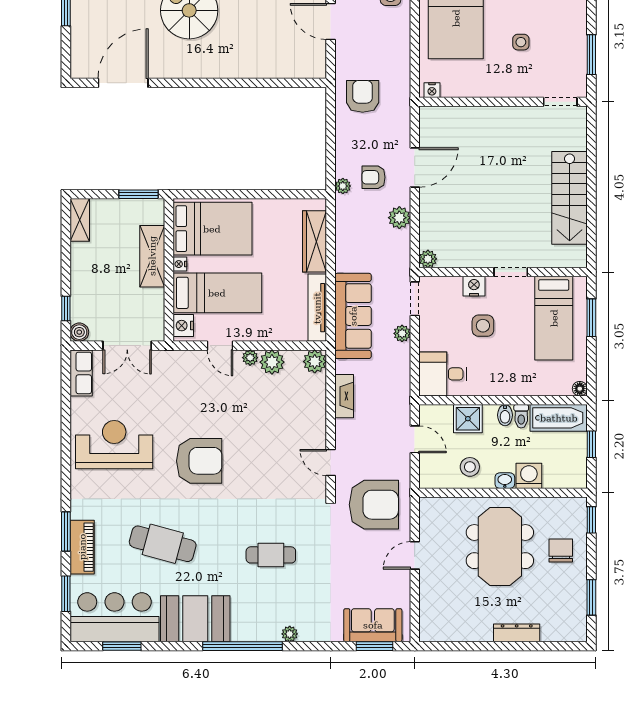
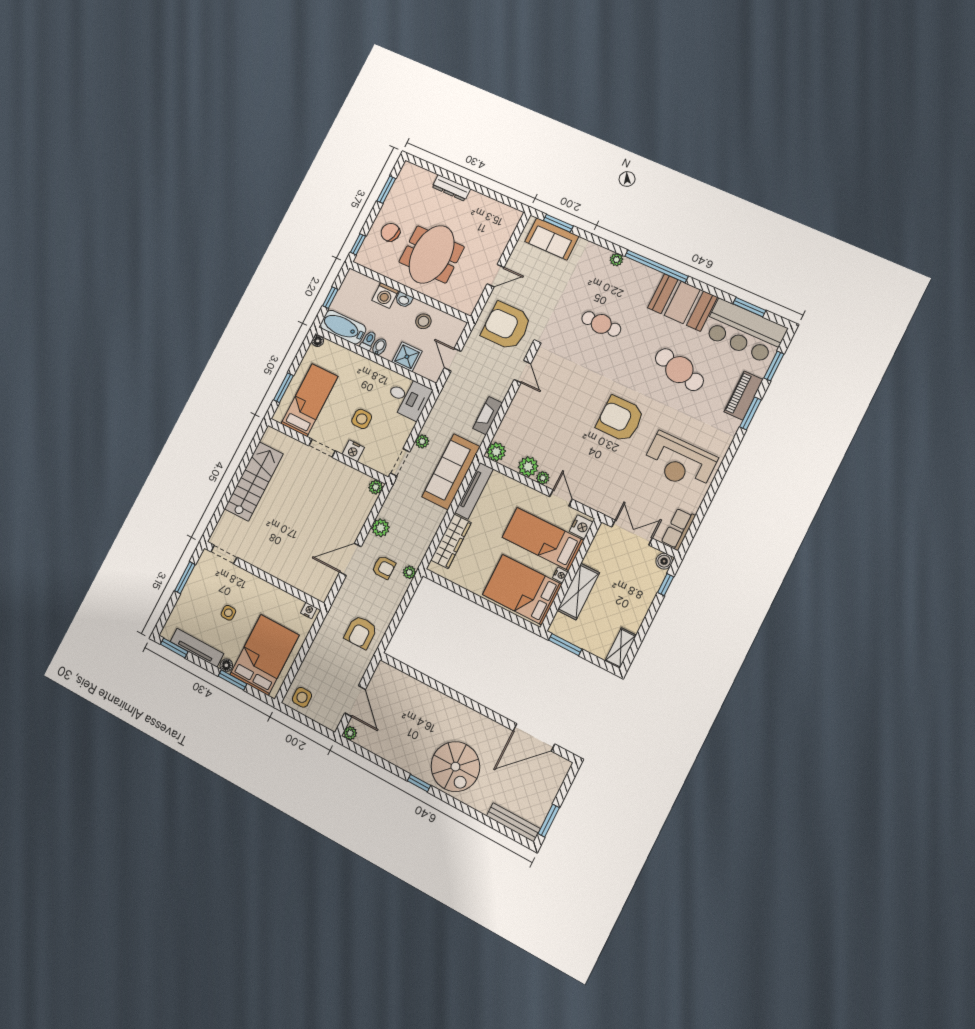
chair: (561, 550) -> (390, 232), turned 107

